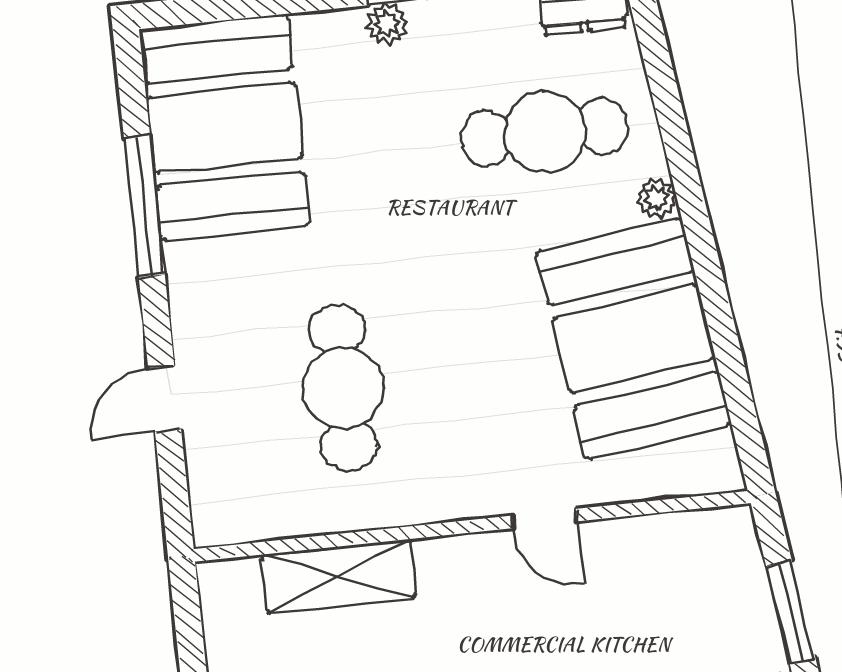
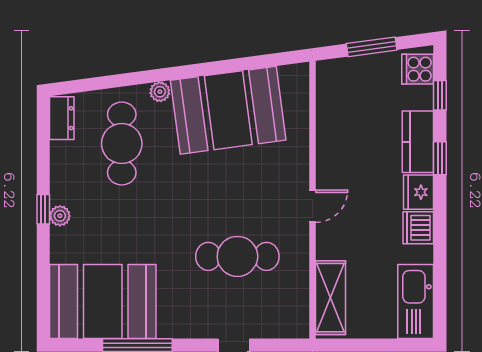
door: (544, 519) -> (313, 206), moved
shelving: (339, 576) -> (331, 298), moved

